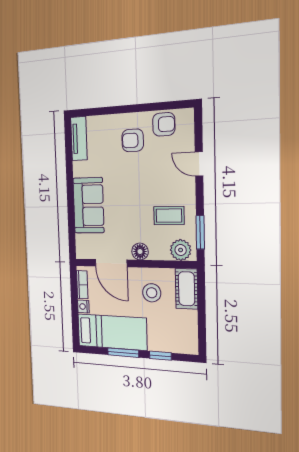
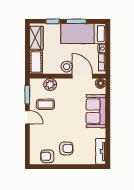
door: (199, 164) -> (27, 117), moved
plant: (181, 250) -> (50, 85), moved
floor lamp: (140, 251) -> (101, 83), moved
stool: (152, 293) -> (67, 67), moved
wardrobe: (187, 330) -> (36, 38), added

